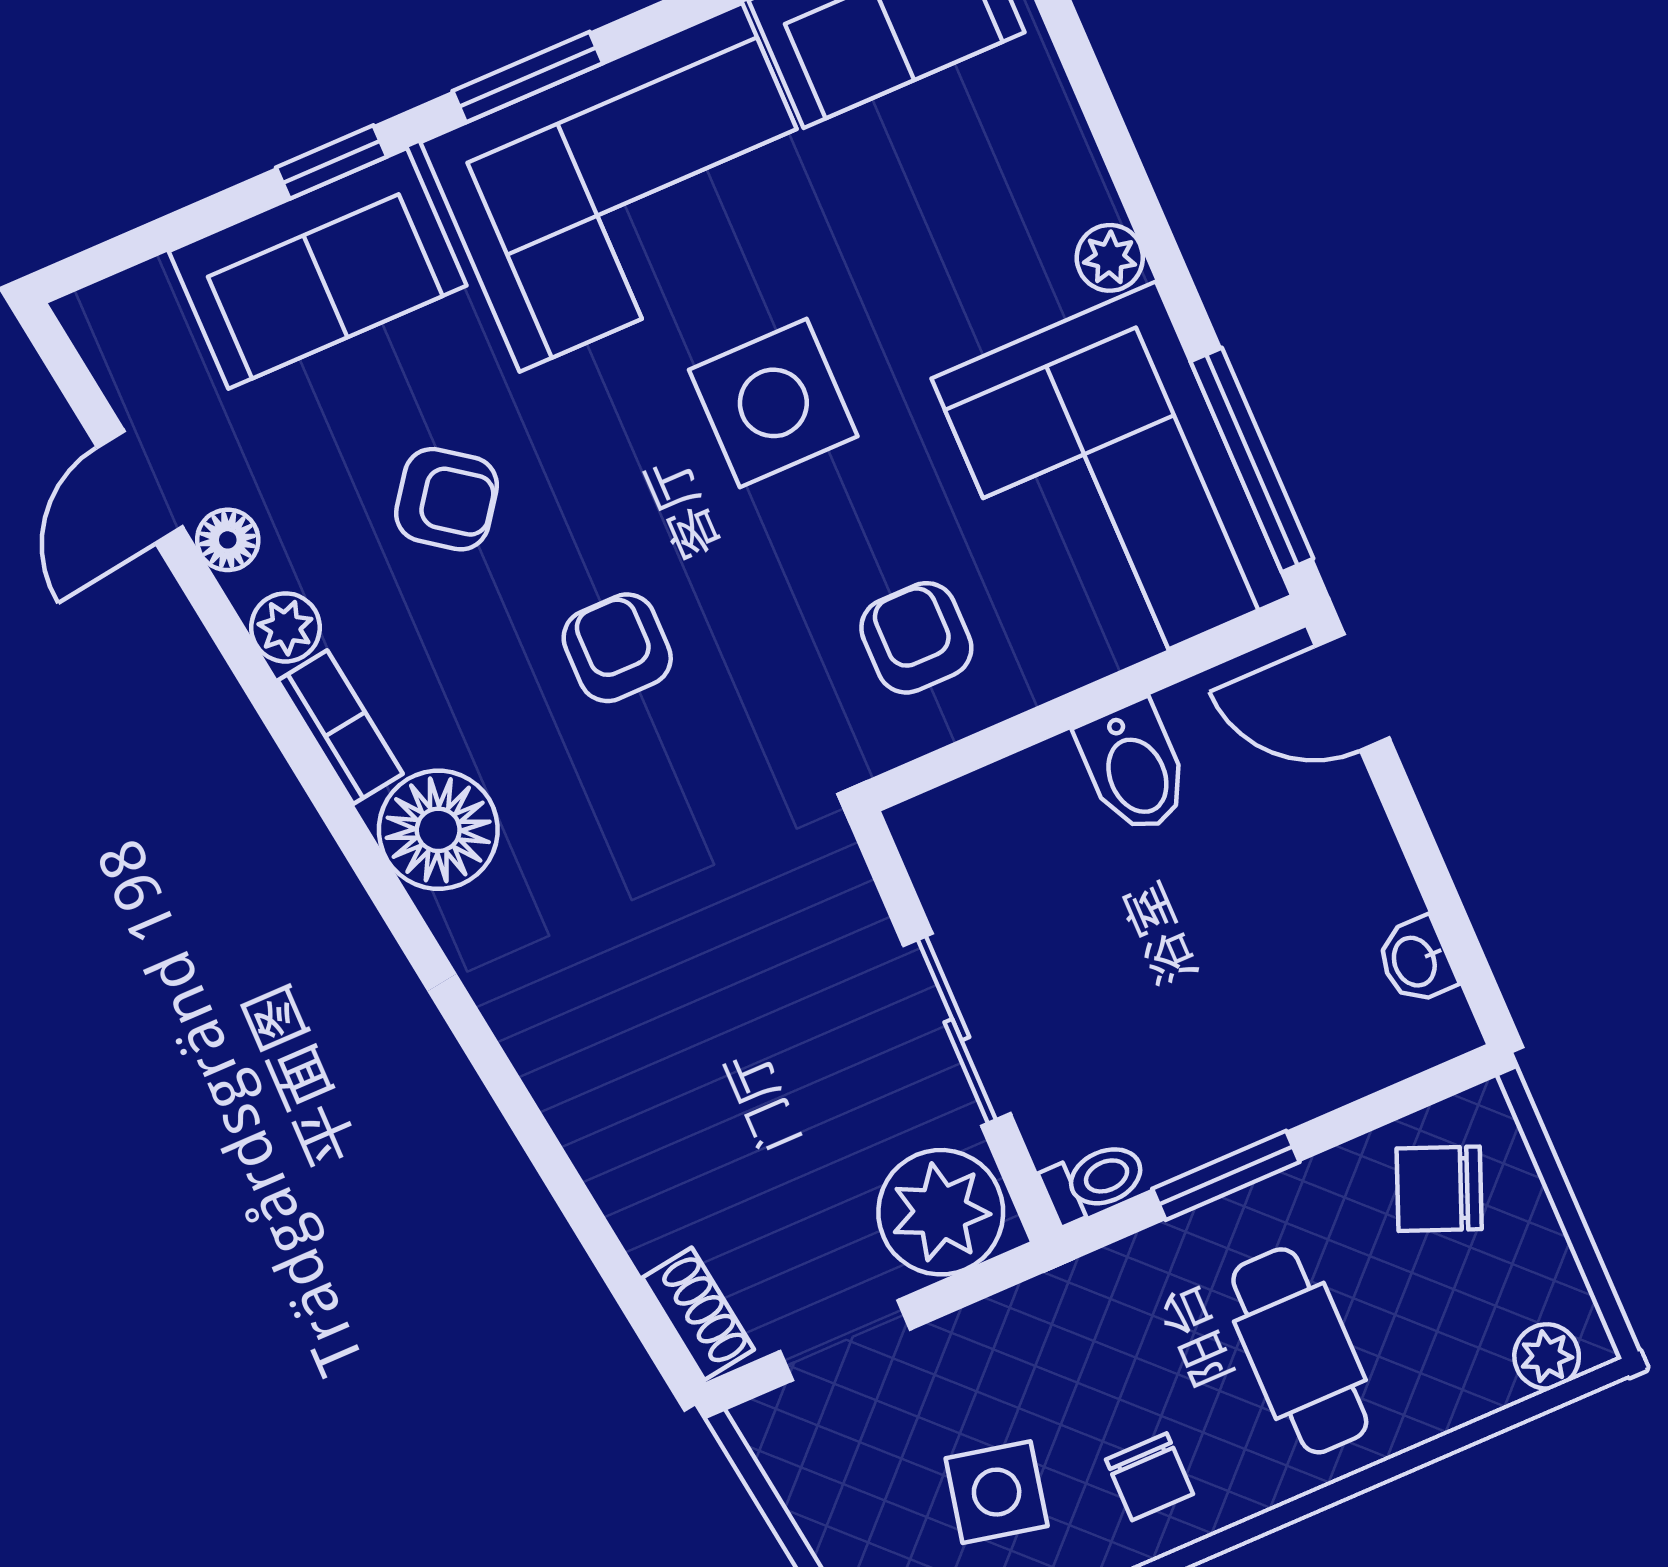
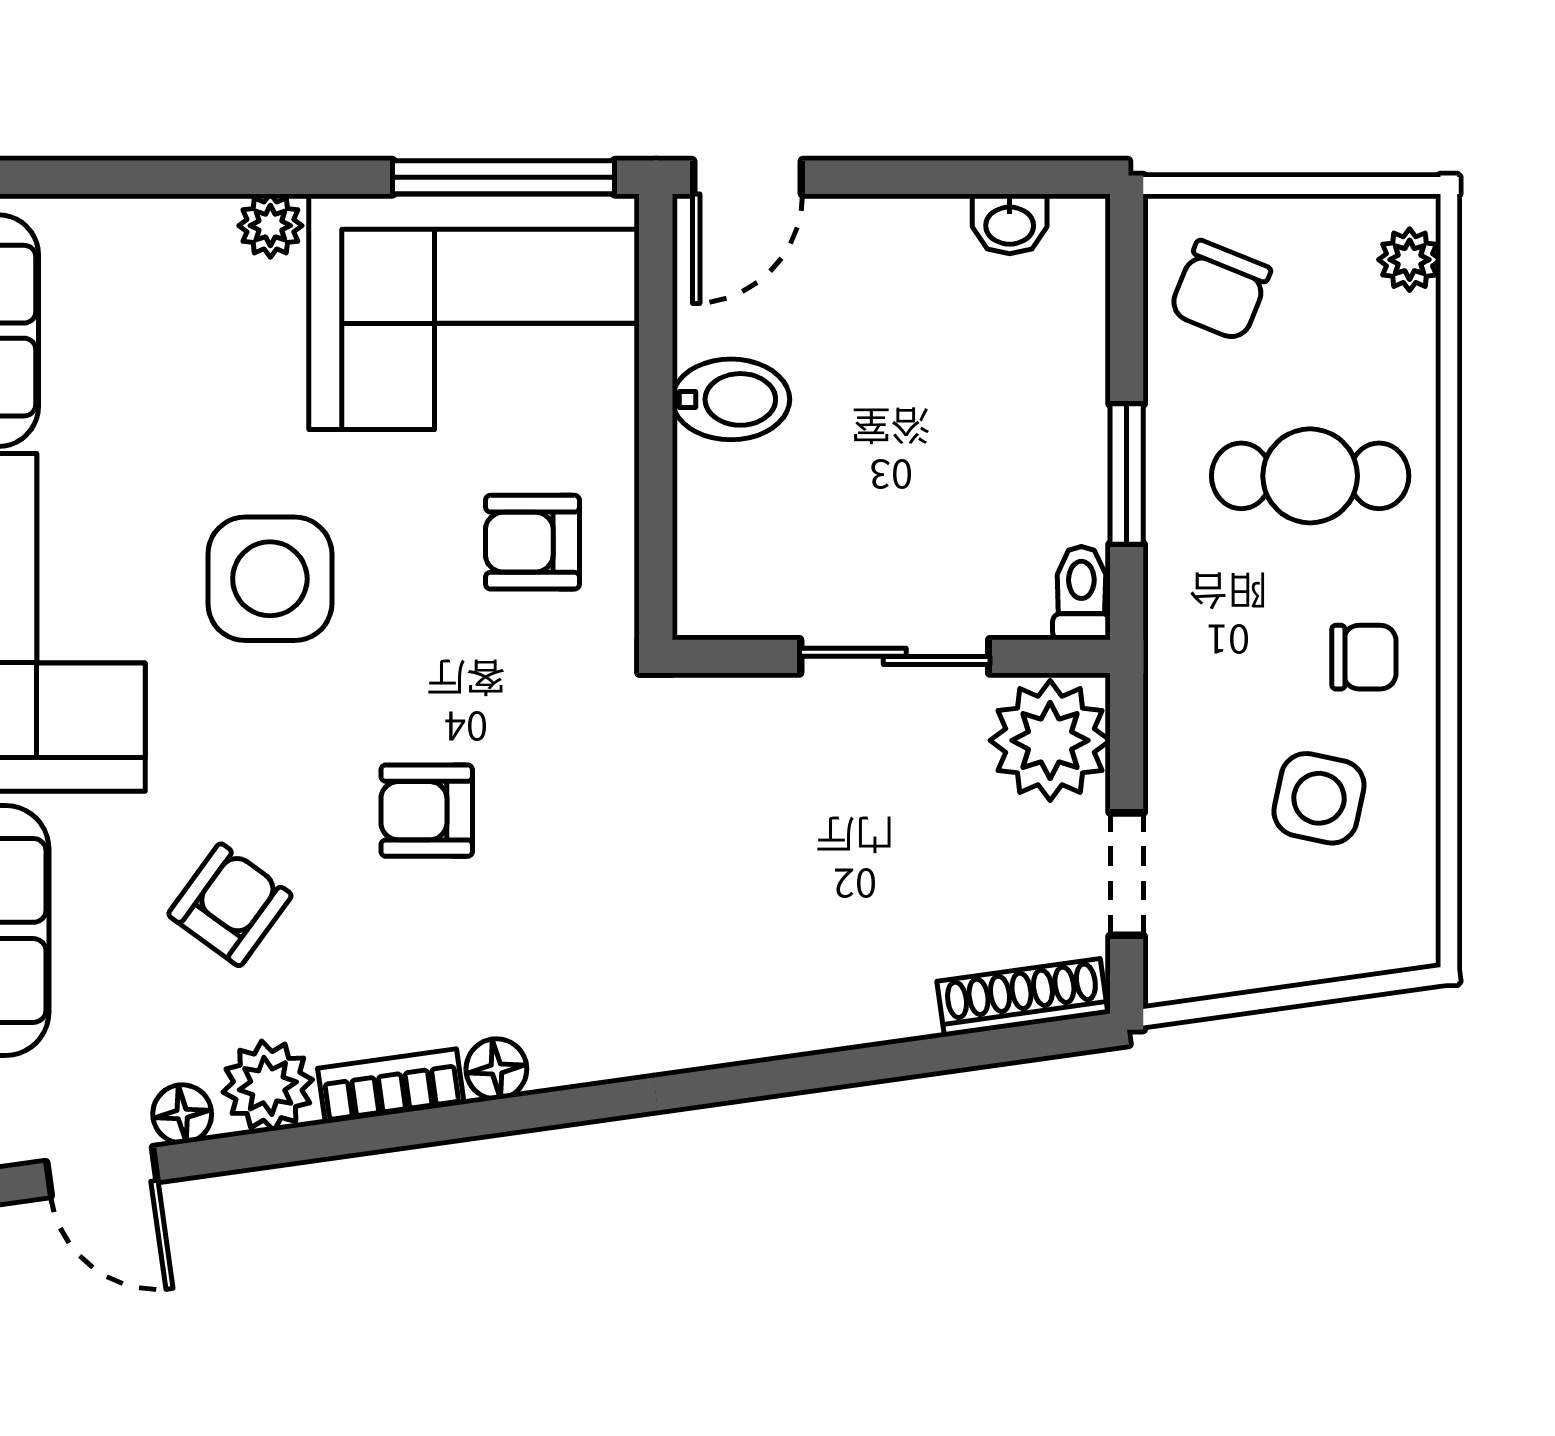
plant: (285, 627) -> (268, 1086), width x1.38, depth x1.38
floor lamp: (438, 830) -> (496, 1069), width x0.53, depth x0.53
shoe rack: (698, 1314) -> (1022, 998), width x1.43

